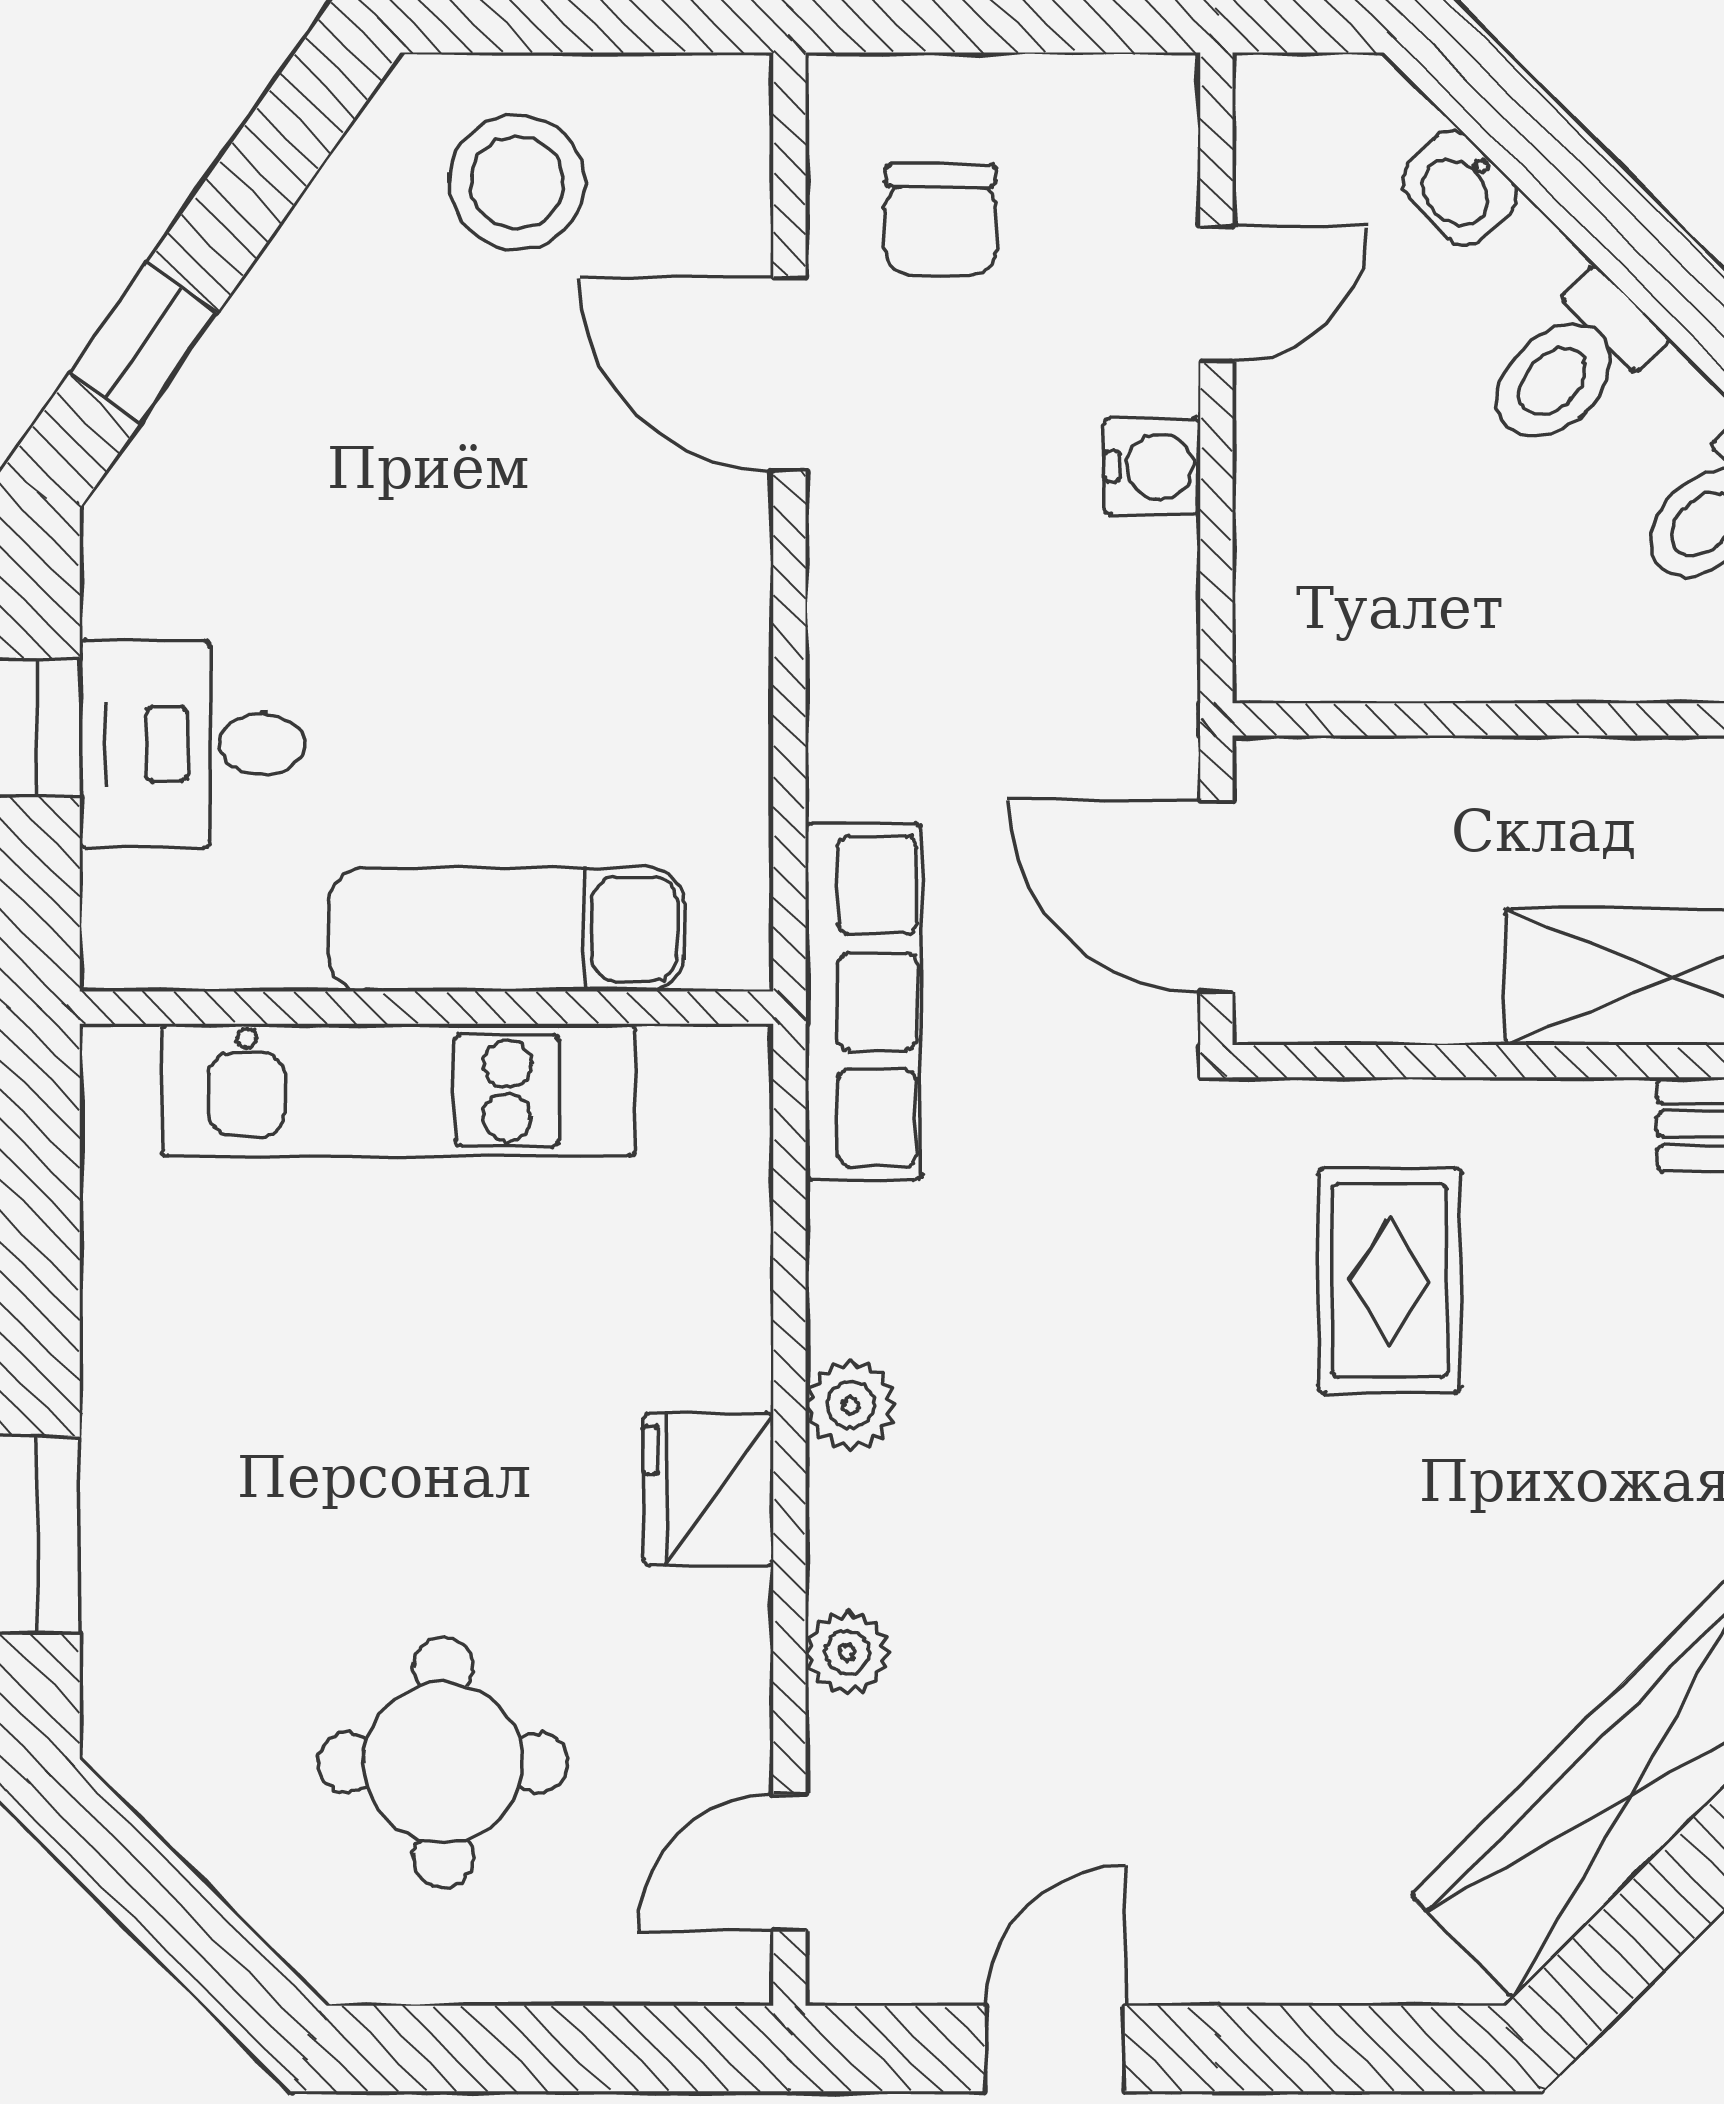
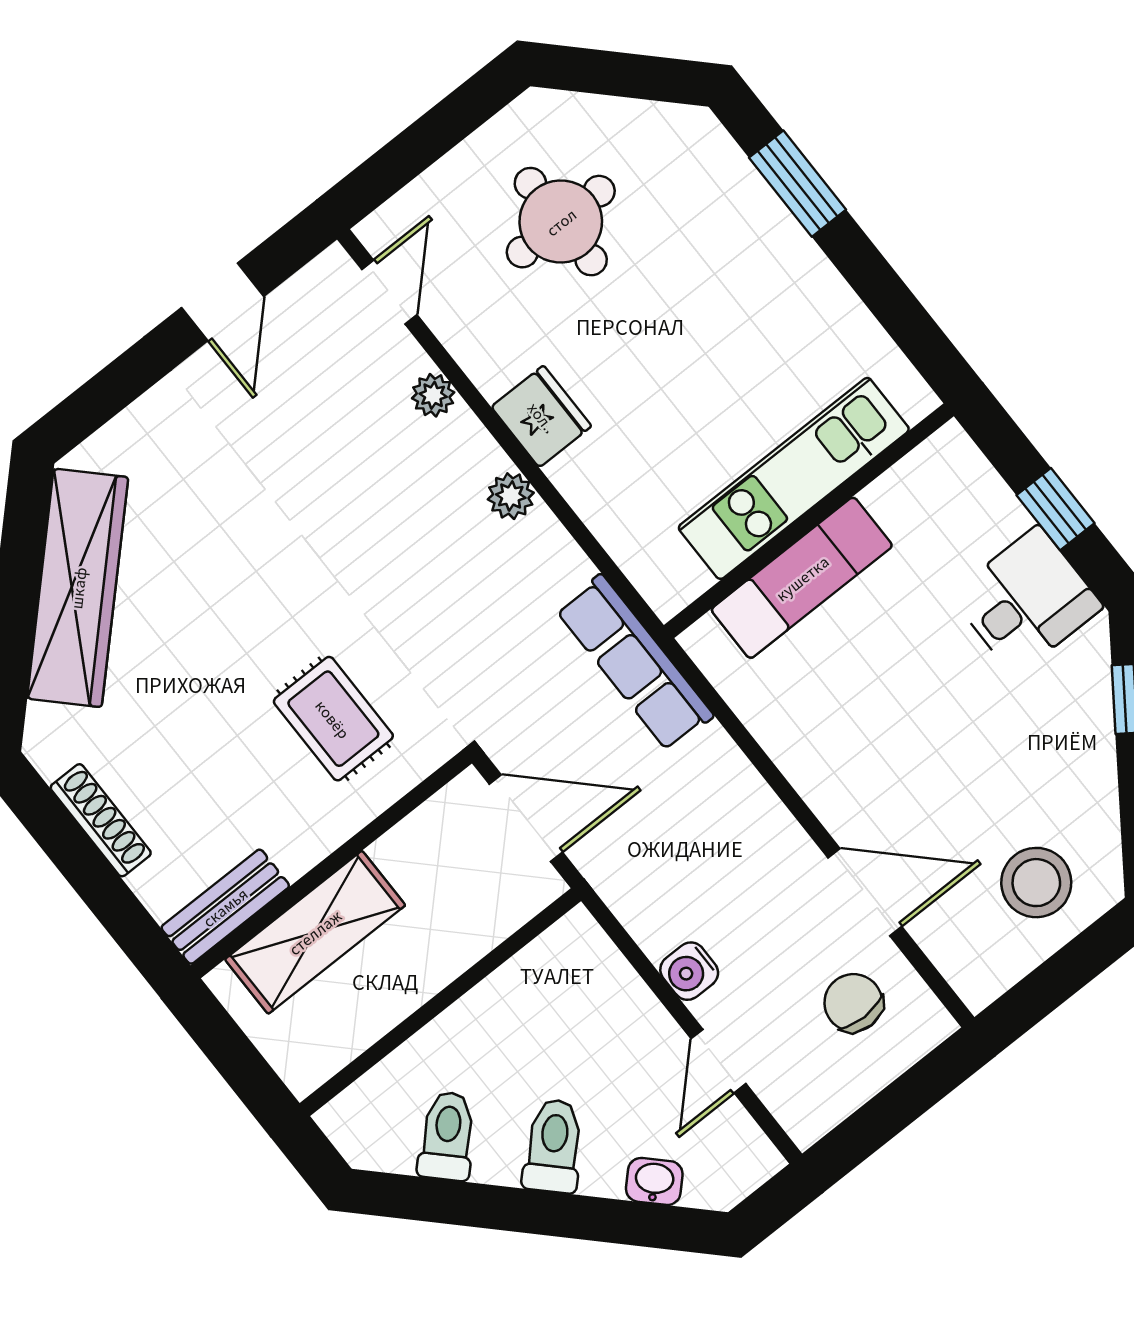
desk: (192, 744) -> (1026, 601), moved

